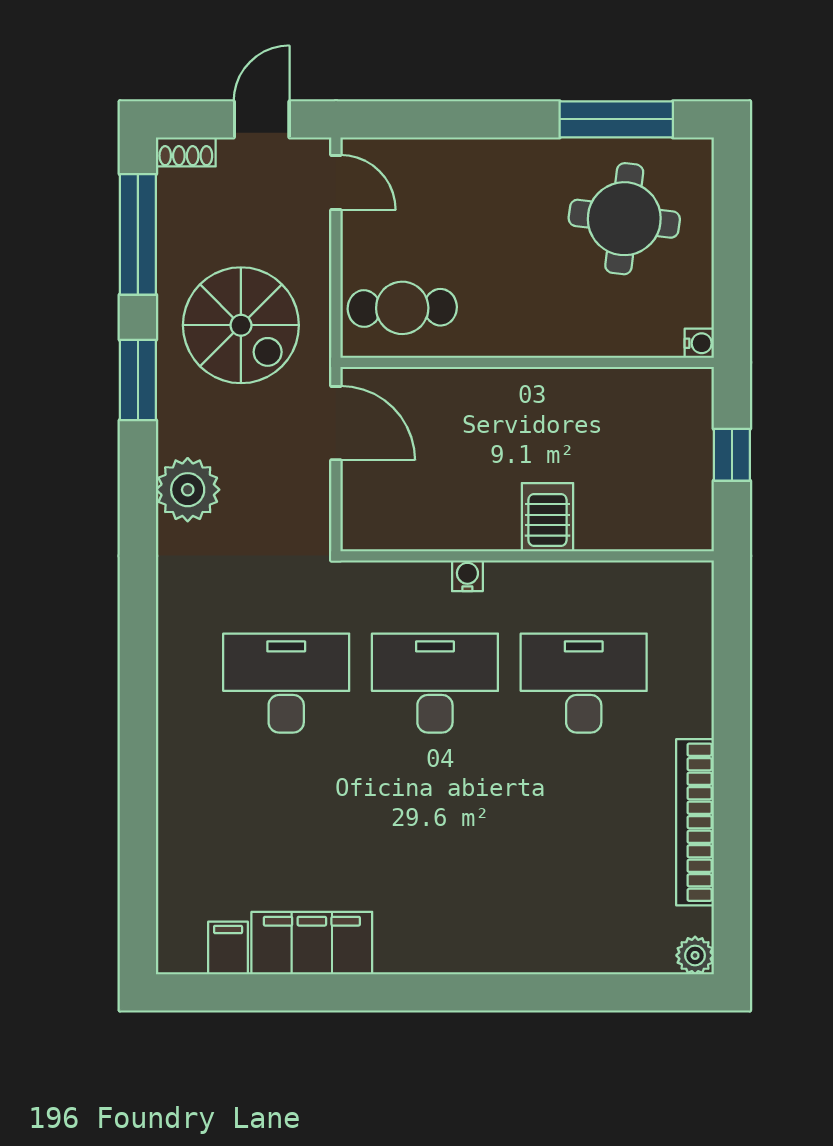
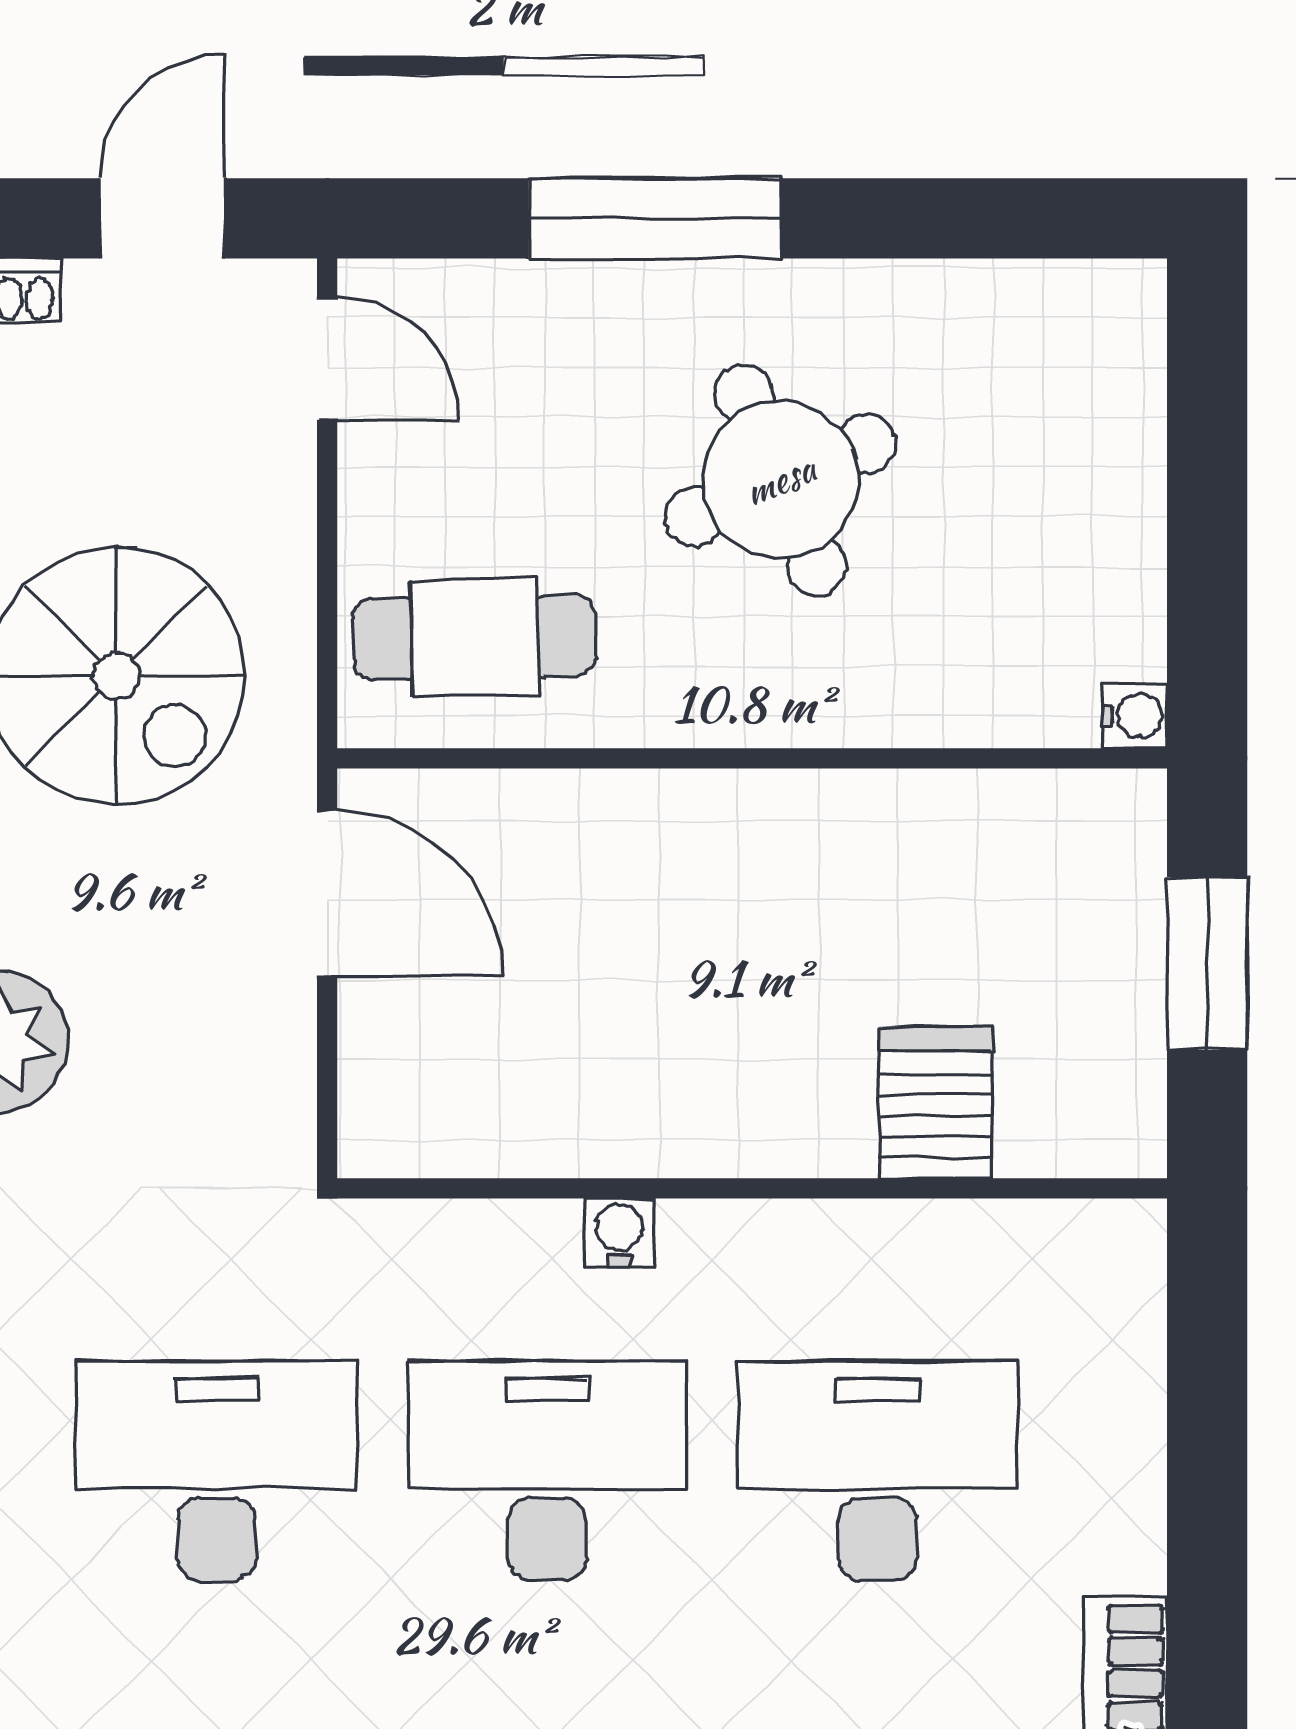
window: (616, 119) -> (655, 218), moved
round table: (624, 219) -> (780, 480), moved, turned -30
window: (732, 455) -> (1207, 963), width x1.50
server rack: (547, 517) -> (936, 1103), moved

